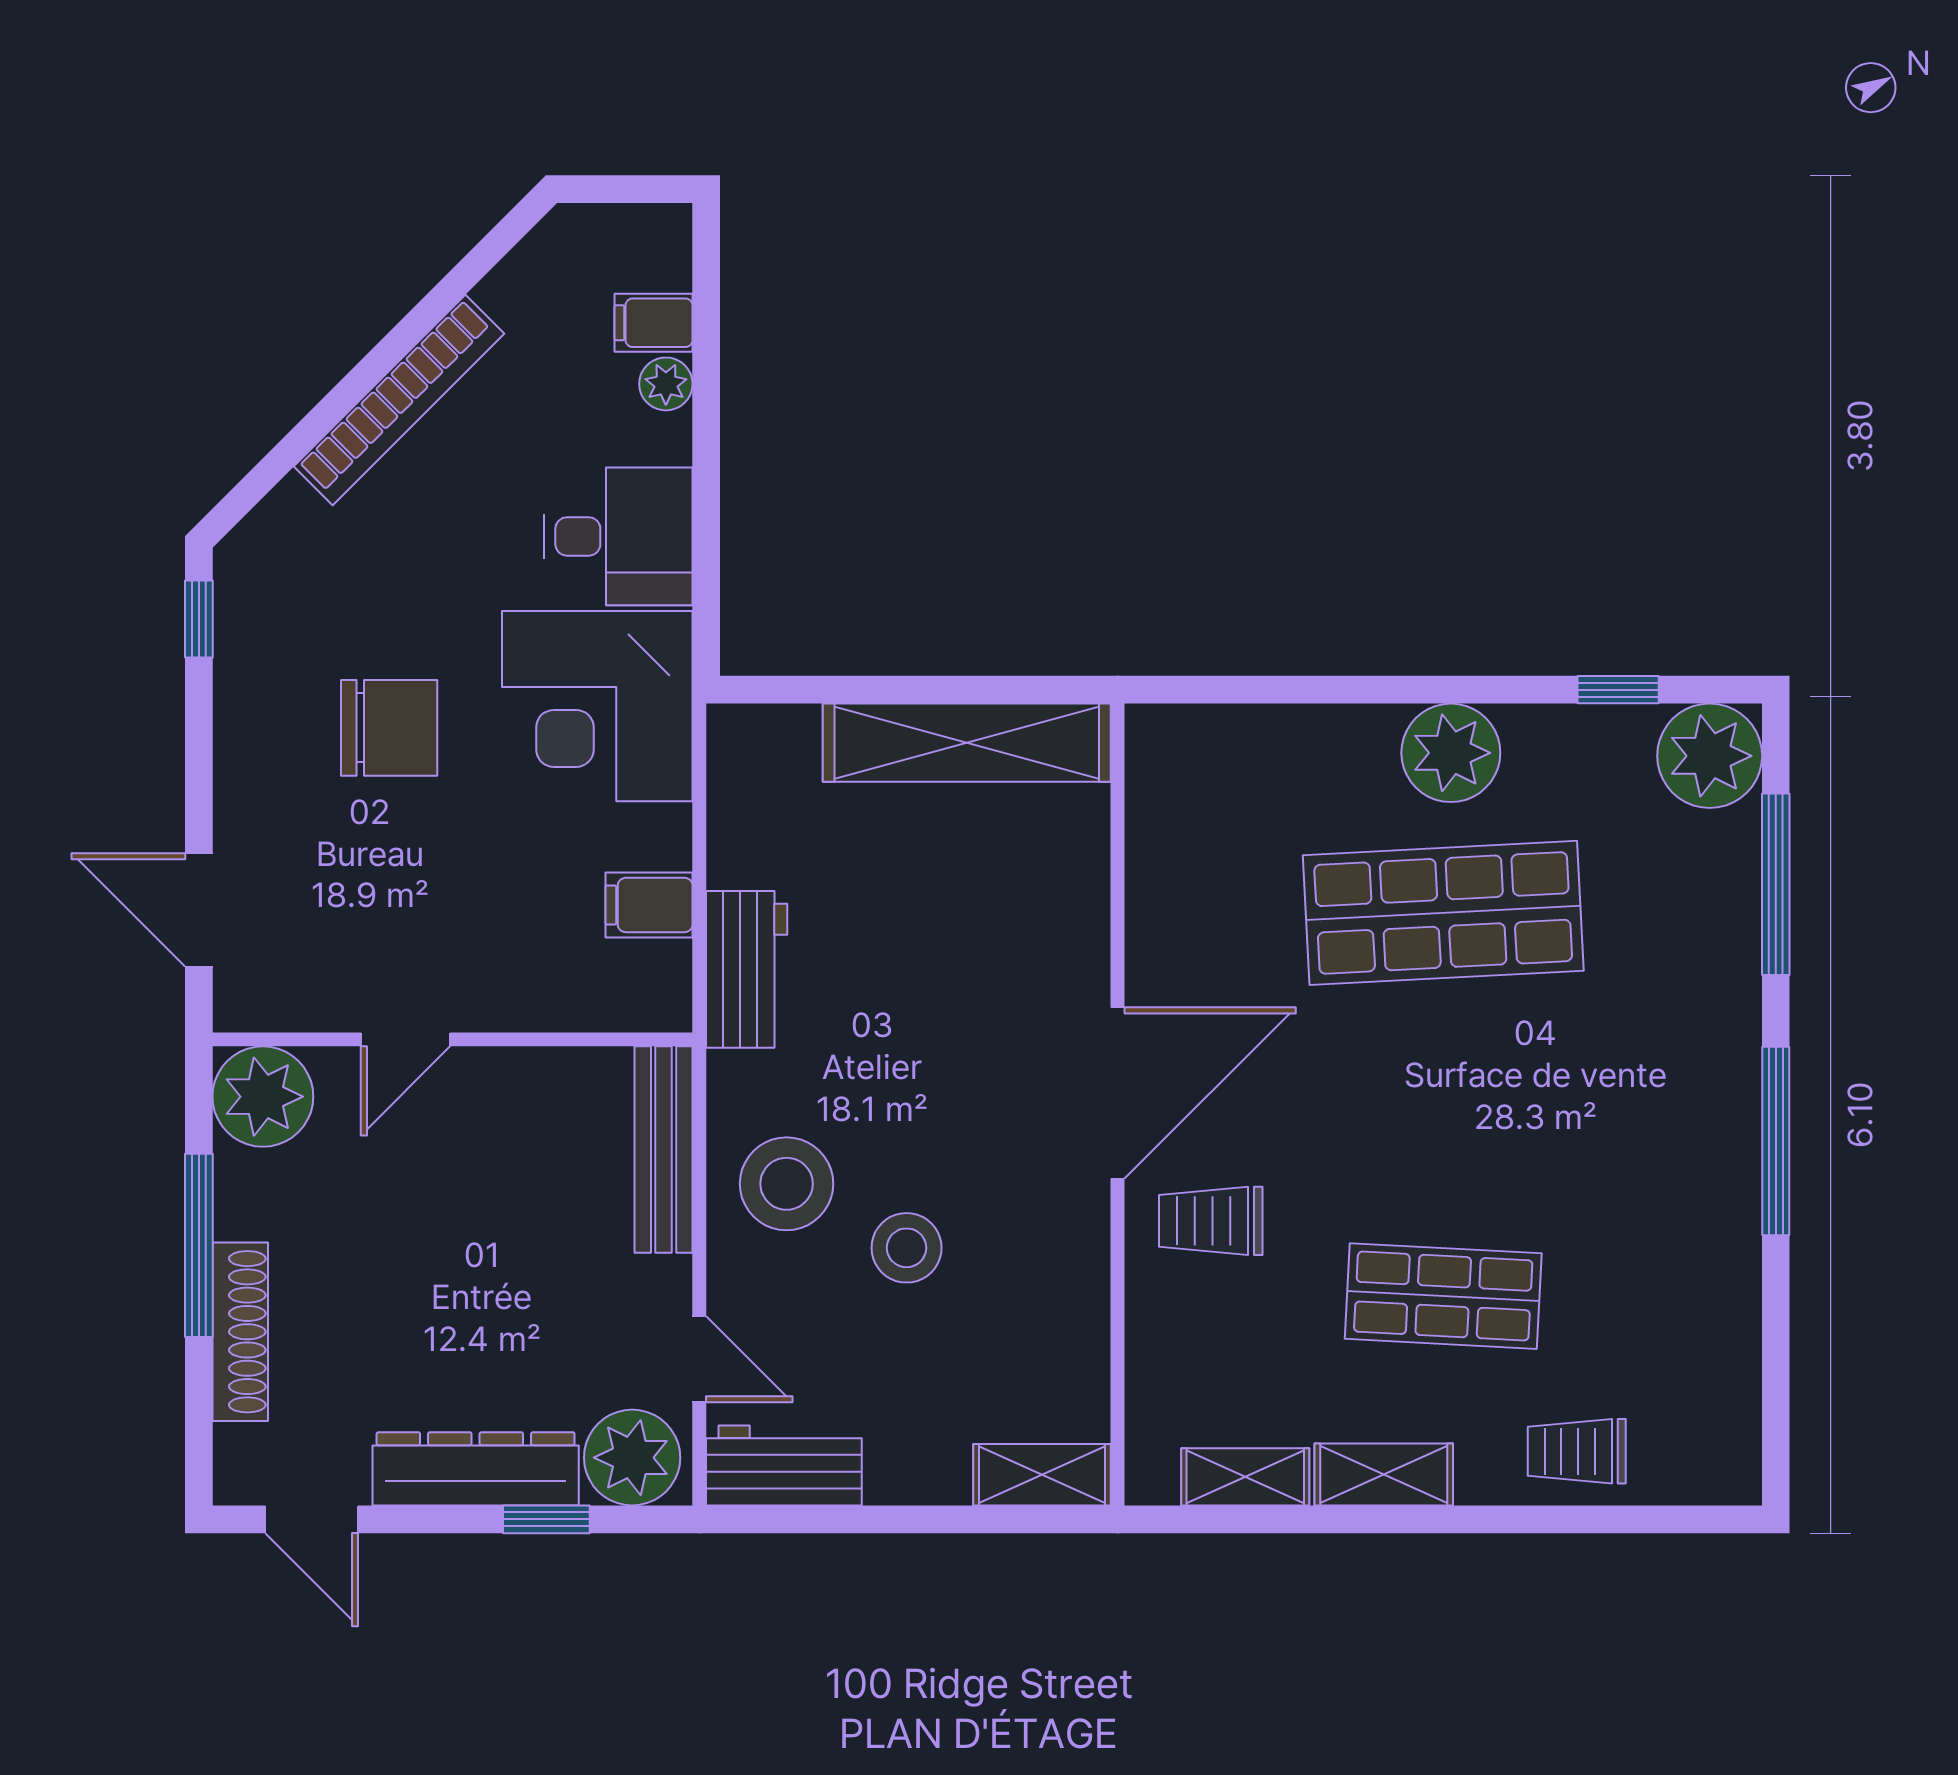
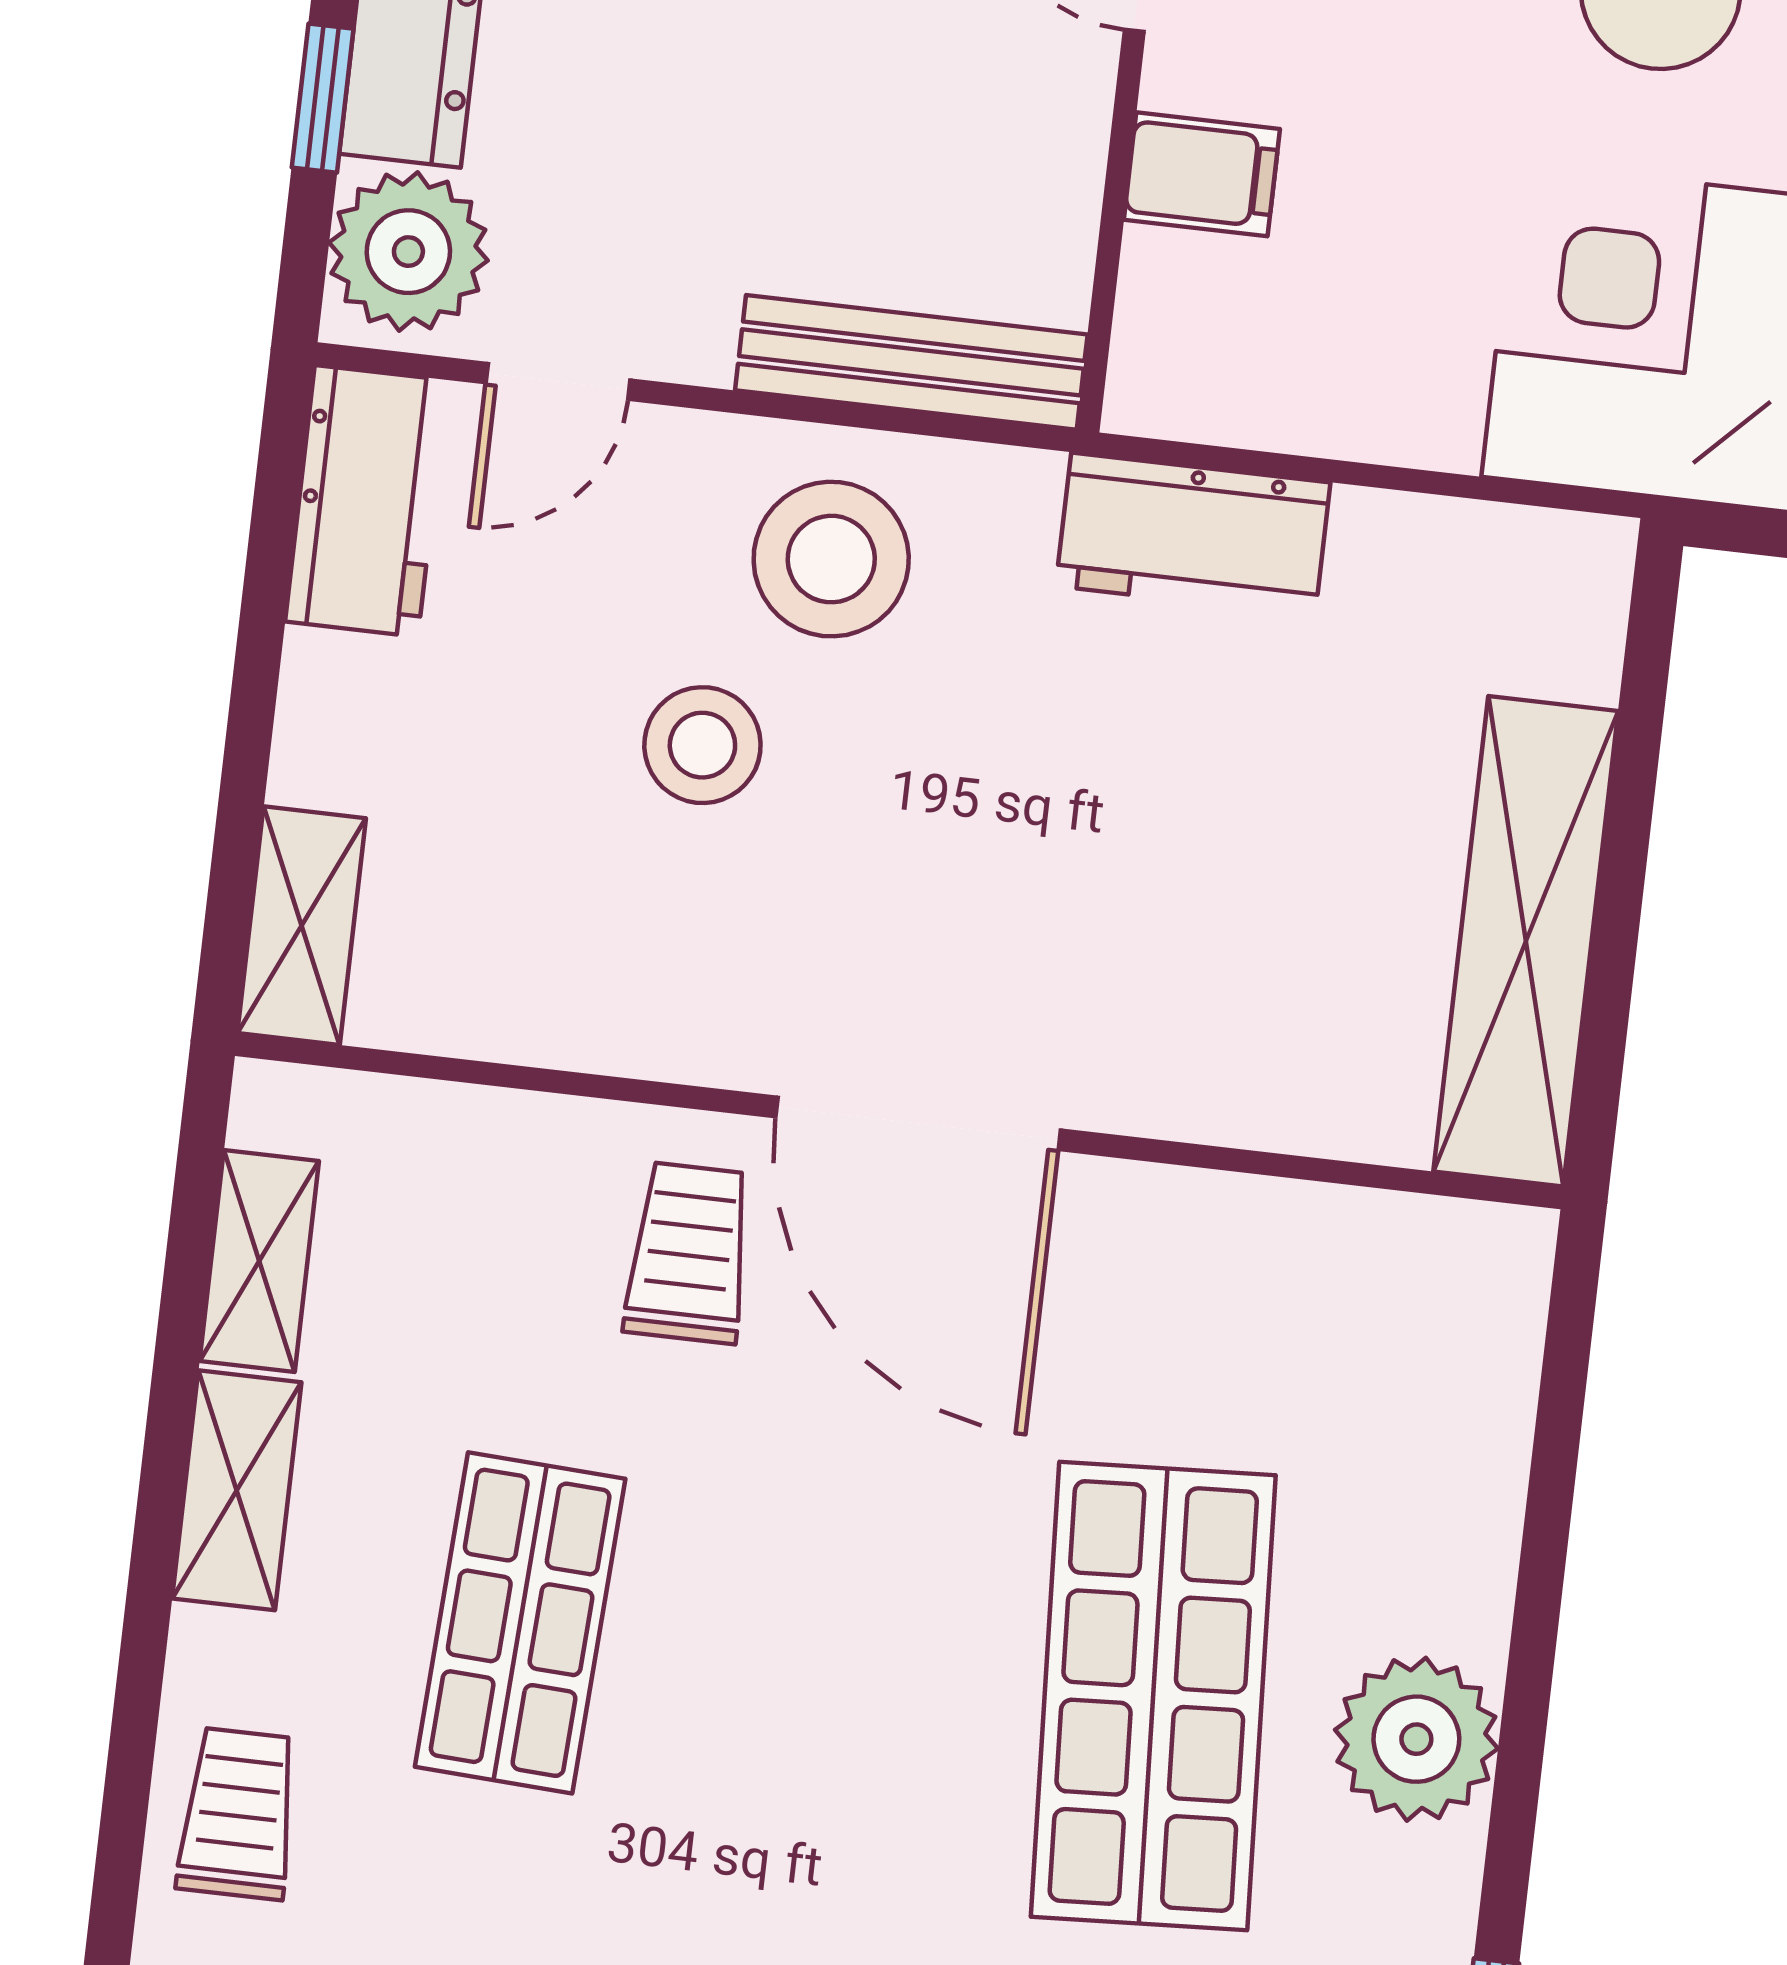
filing cabinet: (649, 905) -> (1202, 174), moved, turned 90

